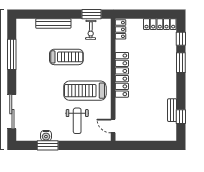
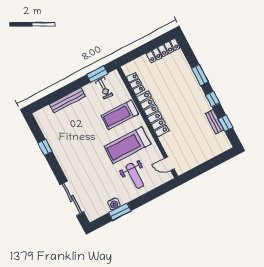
locker: (121, 29) -> (136, 84), moved
window: (181, 39) -> (213, 99), moved
window: (12, 54) -> (45, 147), width x0.46
treadmill: (66, 57) -> (120, 115), moved, turned 180

